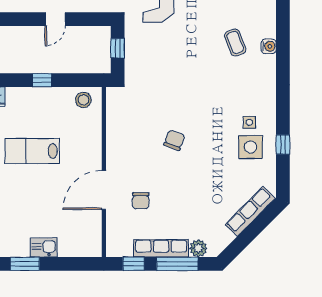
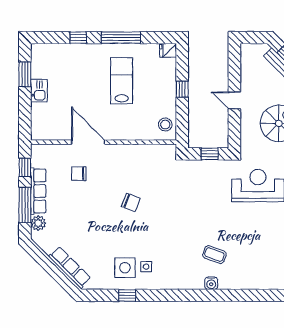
coffee table: (235, 43) -> (214, 255), turned 41

